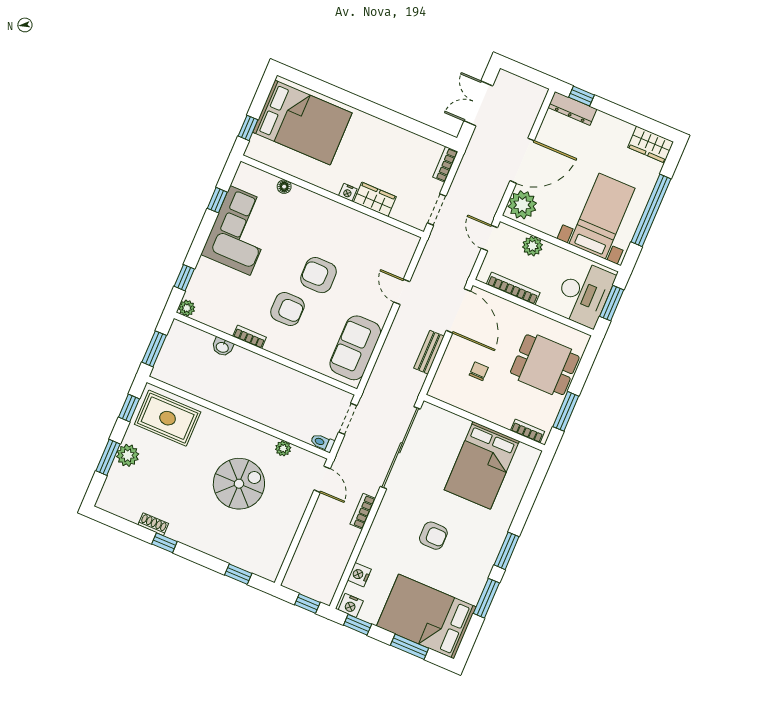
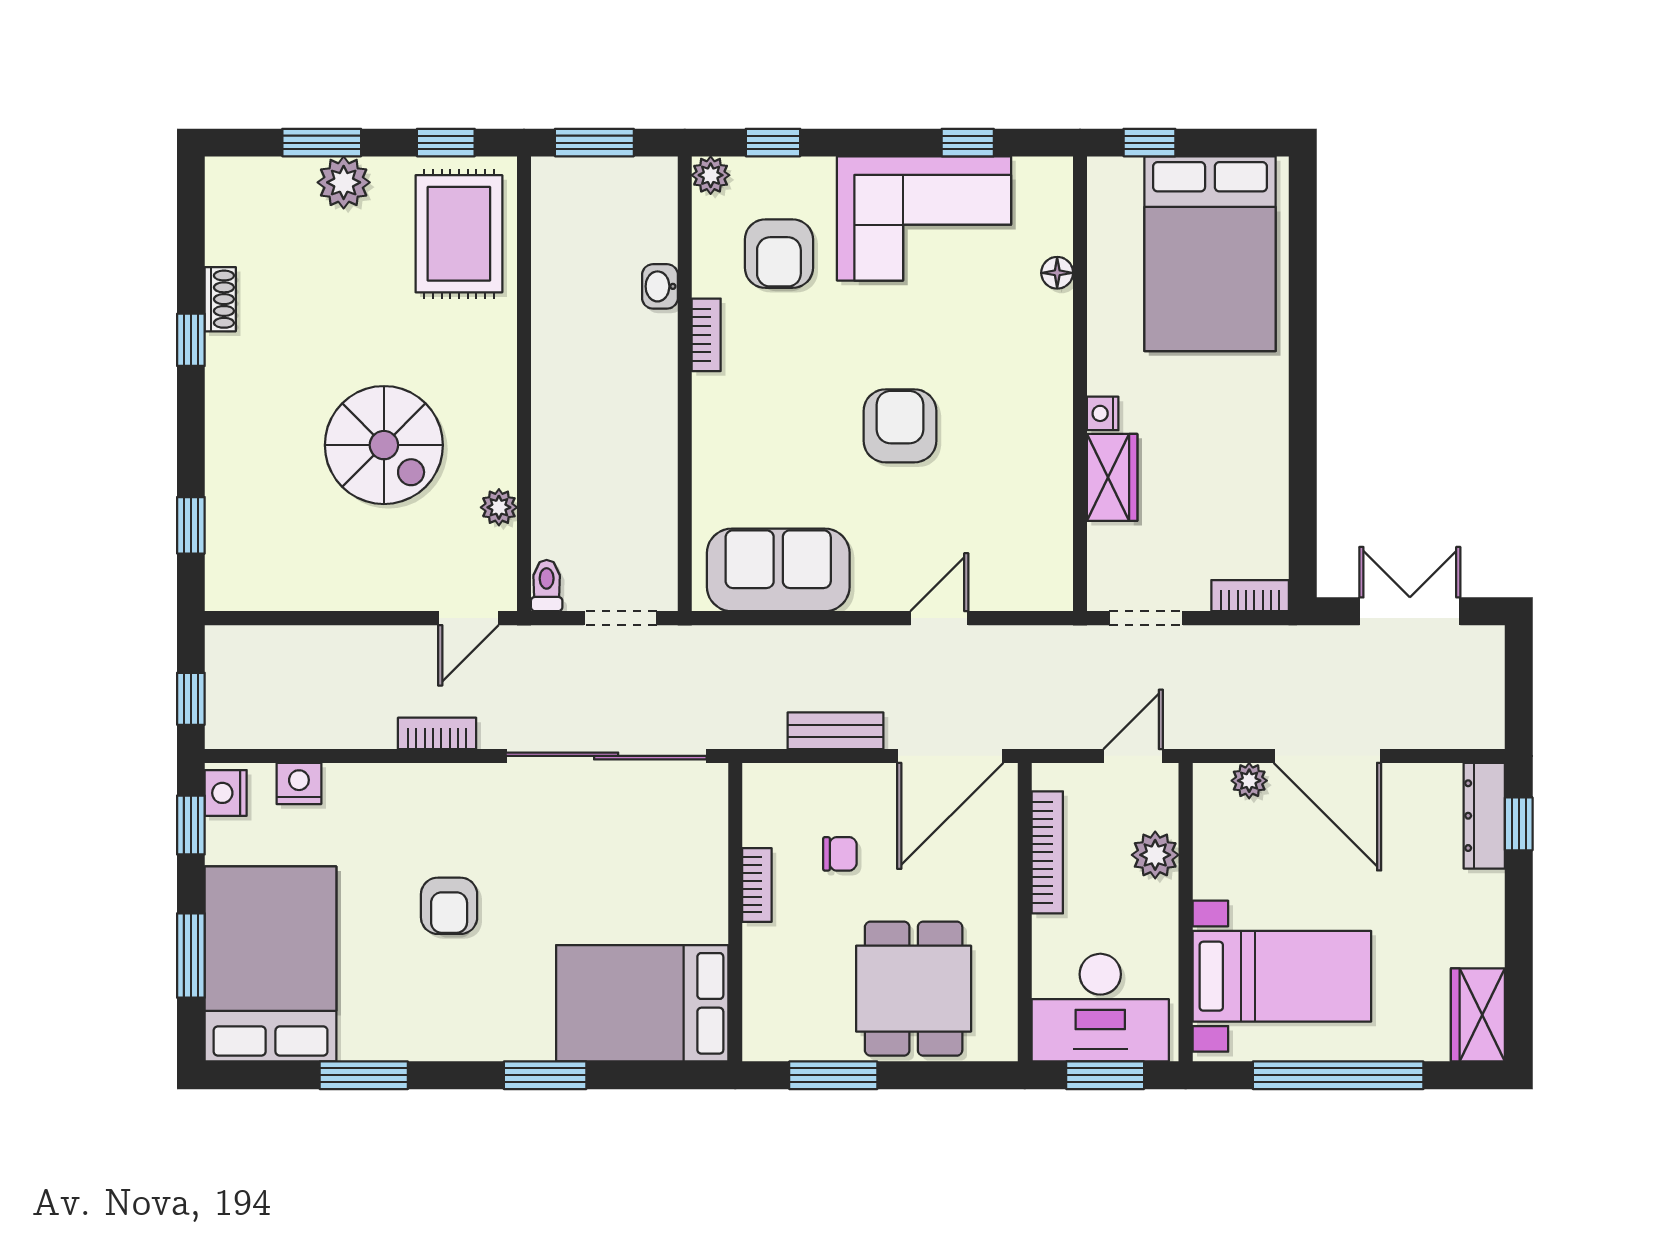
plant: (522, 205) -> (1249, 781), width x0.53, depth x0.53
armchair: (287, 309) -> (779, 254), moved
bookcase: (528, 431) -> (757, 885), moved
bed: (482, 465) -> (642, 1003), moved
window: (507, 551) -> (545, 1075), moved

